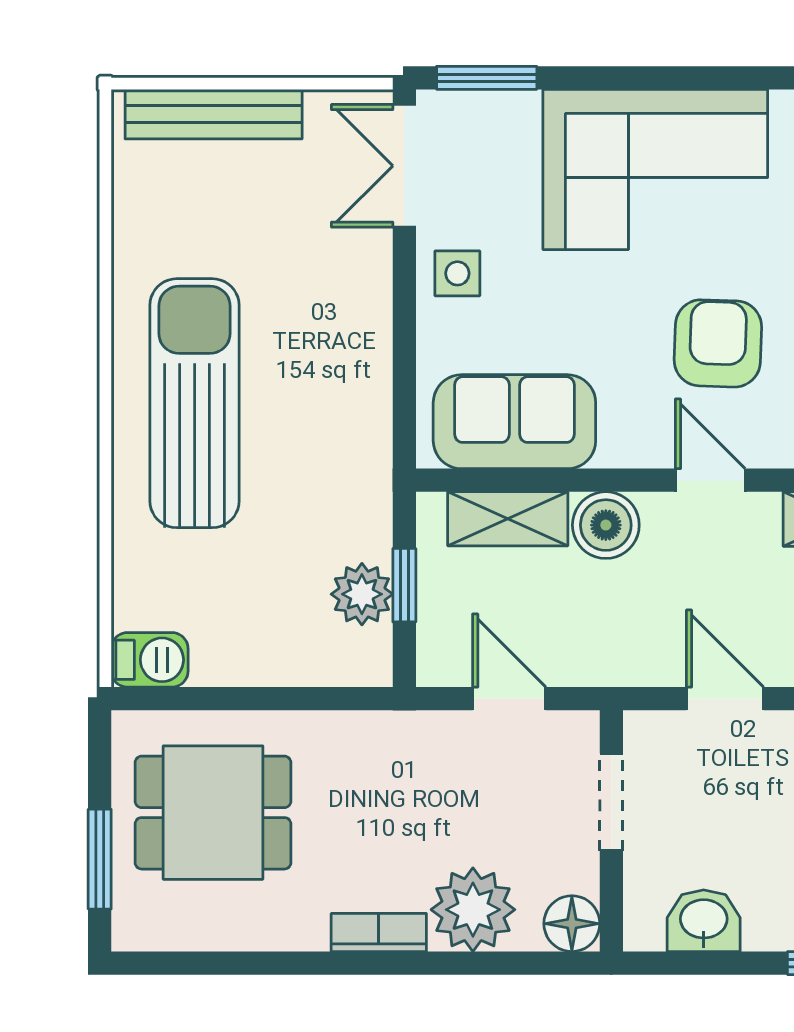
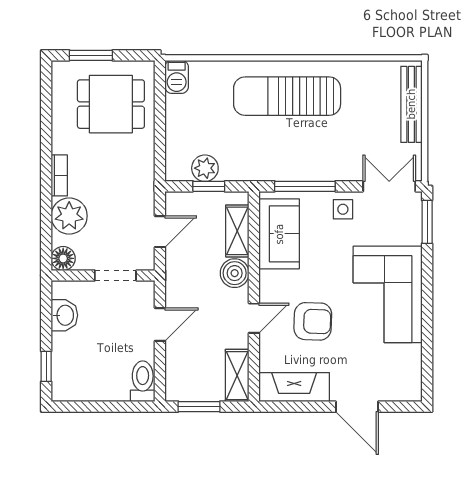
window: (404, 362) -> (305, 186), added
sun lounger: (195, 403) -> (287, 96), turned 180
dining table: (213, 813) -> (111, 104), turned 90

